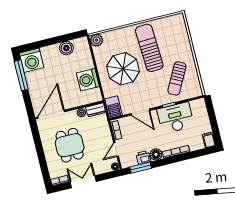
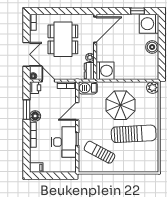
boiler: (66, 48) -> (152, 47), moved
window: (21, 75) -> (138, 11), width x0.46
washing machine: (88, 80) -> (105, 71), moved, turned 90
door: (51, 114) -> (95, 30), hinge flipped
dining table: (70, 145) -> (63, 39), width x1.38
printer: (143, 157) -> (35, 88), moved
window: (141, 168) -> (27, 110), moved
double door: (83, 182) -> (27, 54), moved

